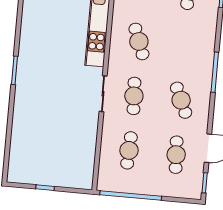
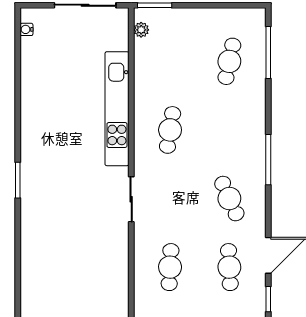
cafe table: (139, 41) -> (170, 130), turned 30
cafe table: (134, 96) -> (170, 199), removed

